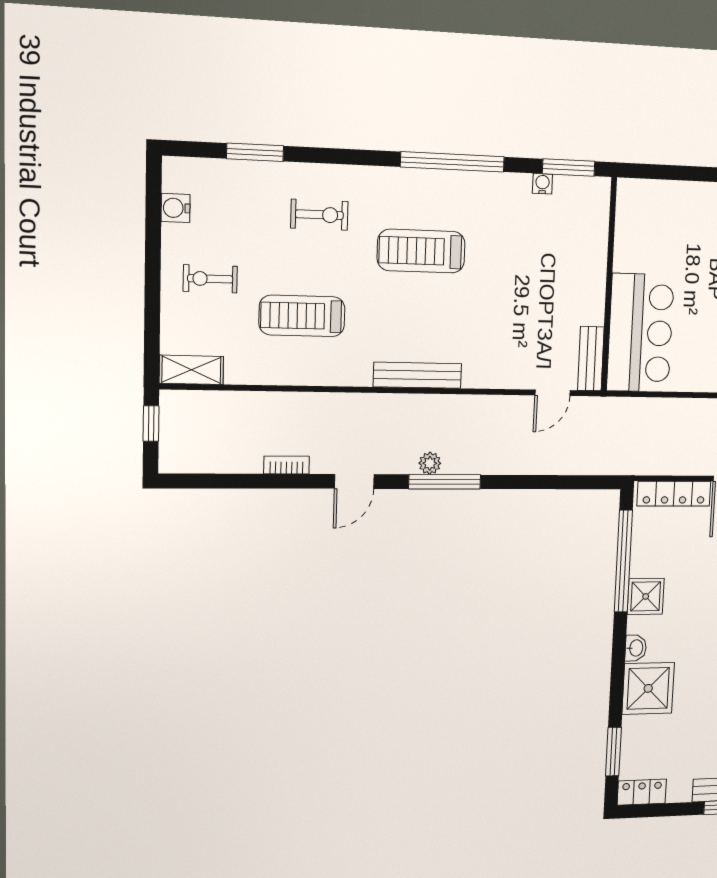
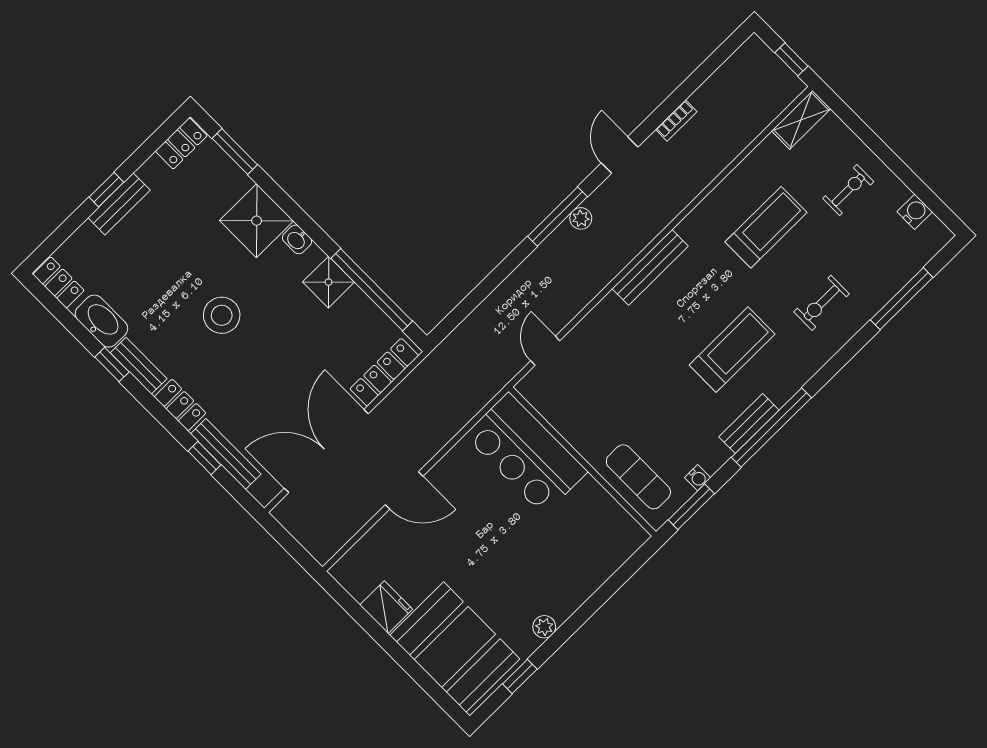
window: (255, 152) -> (902, 299), width x1.44
exercise mat: (582, 231) -> (638, 477), added
bench: (591, 359) -> (749, 423), moved, turned 90

